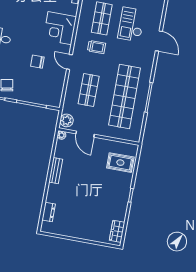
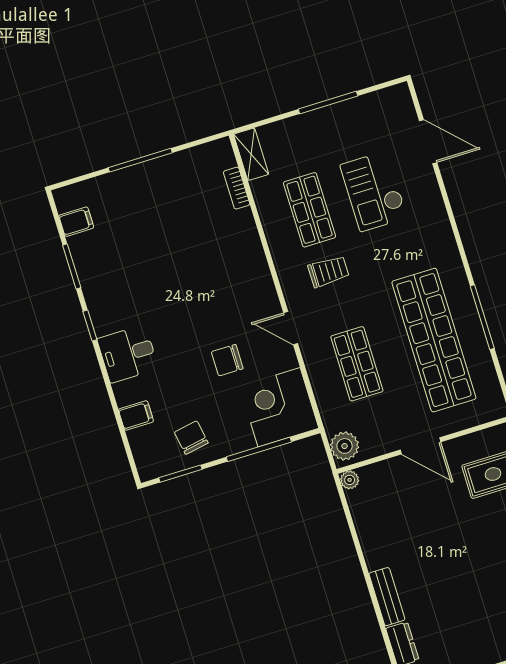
corner desk: (60, 28) -> (279, 407), moved, turned 90
door: (159, 41) -> (428, 142), moved
door: (85, 134) -> (420, 446), moved
bench: (56, 171) -> (387, 597), moved

